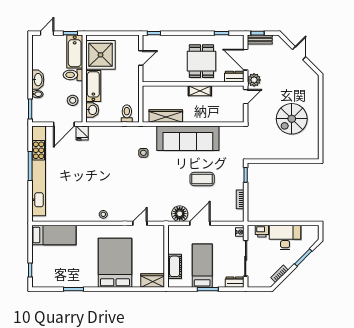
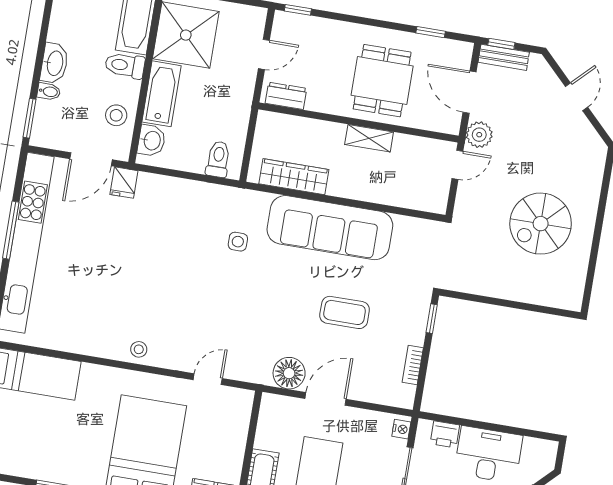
dresser: (234, 77) -> (286, 96), moved

